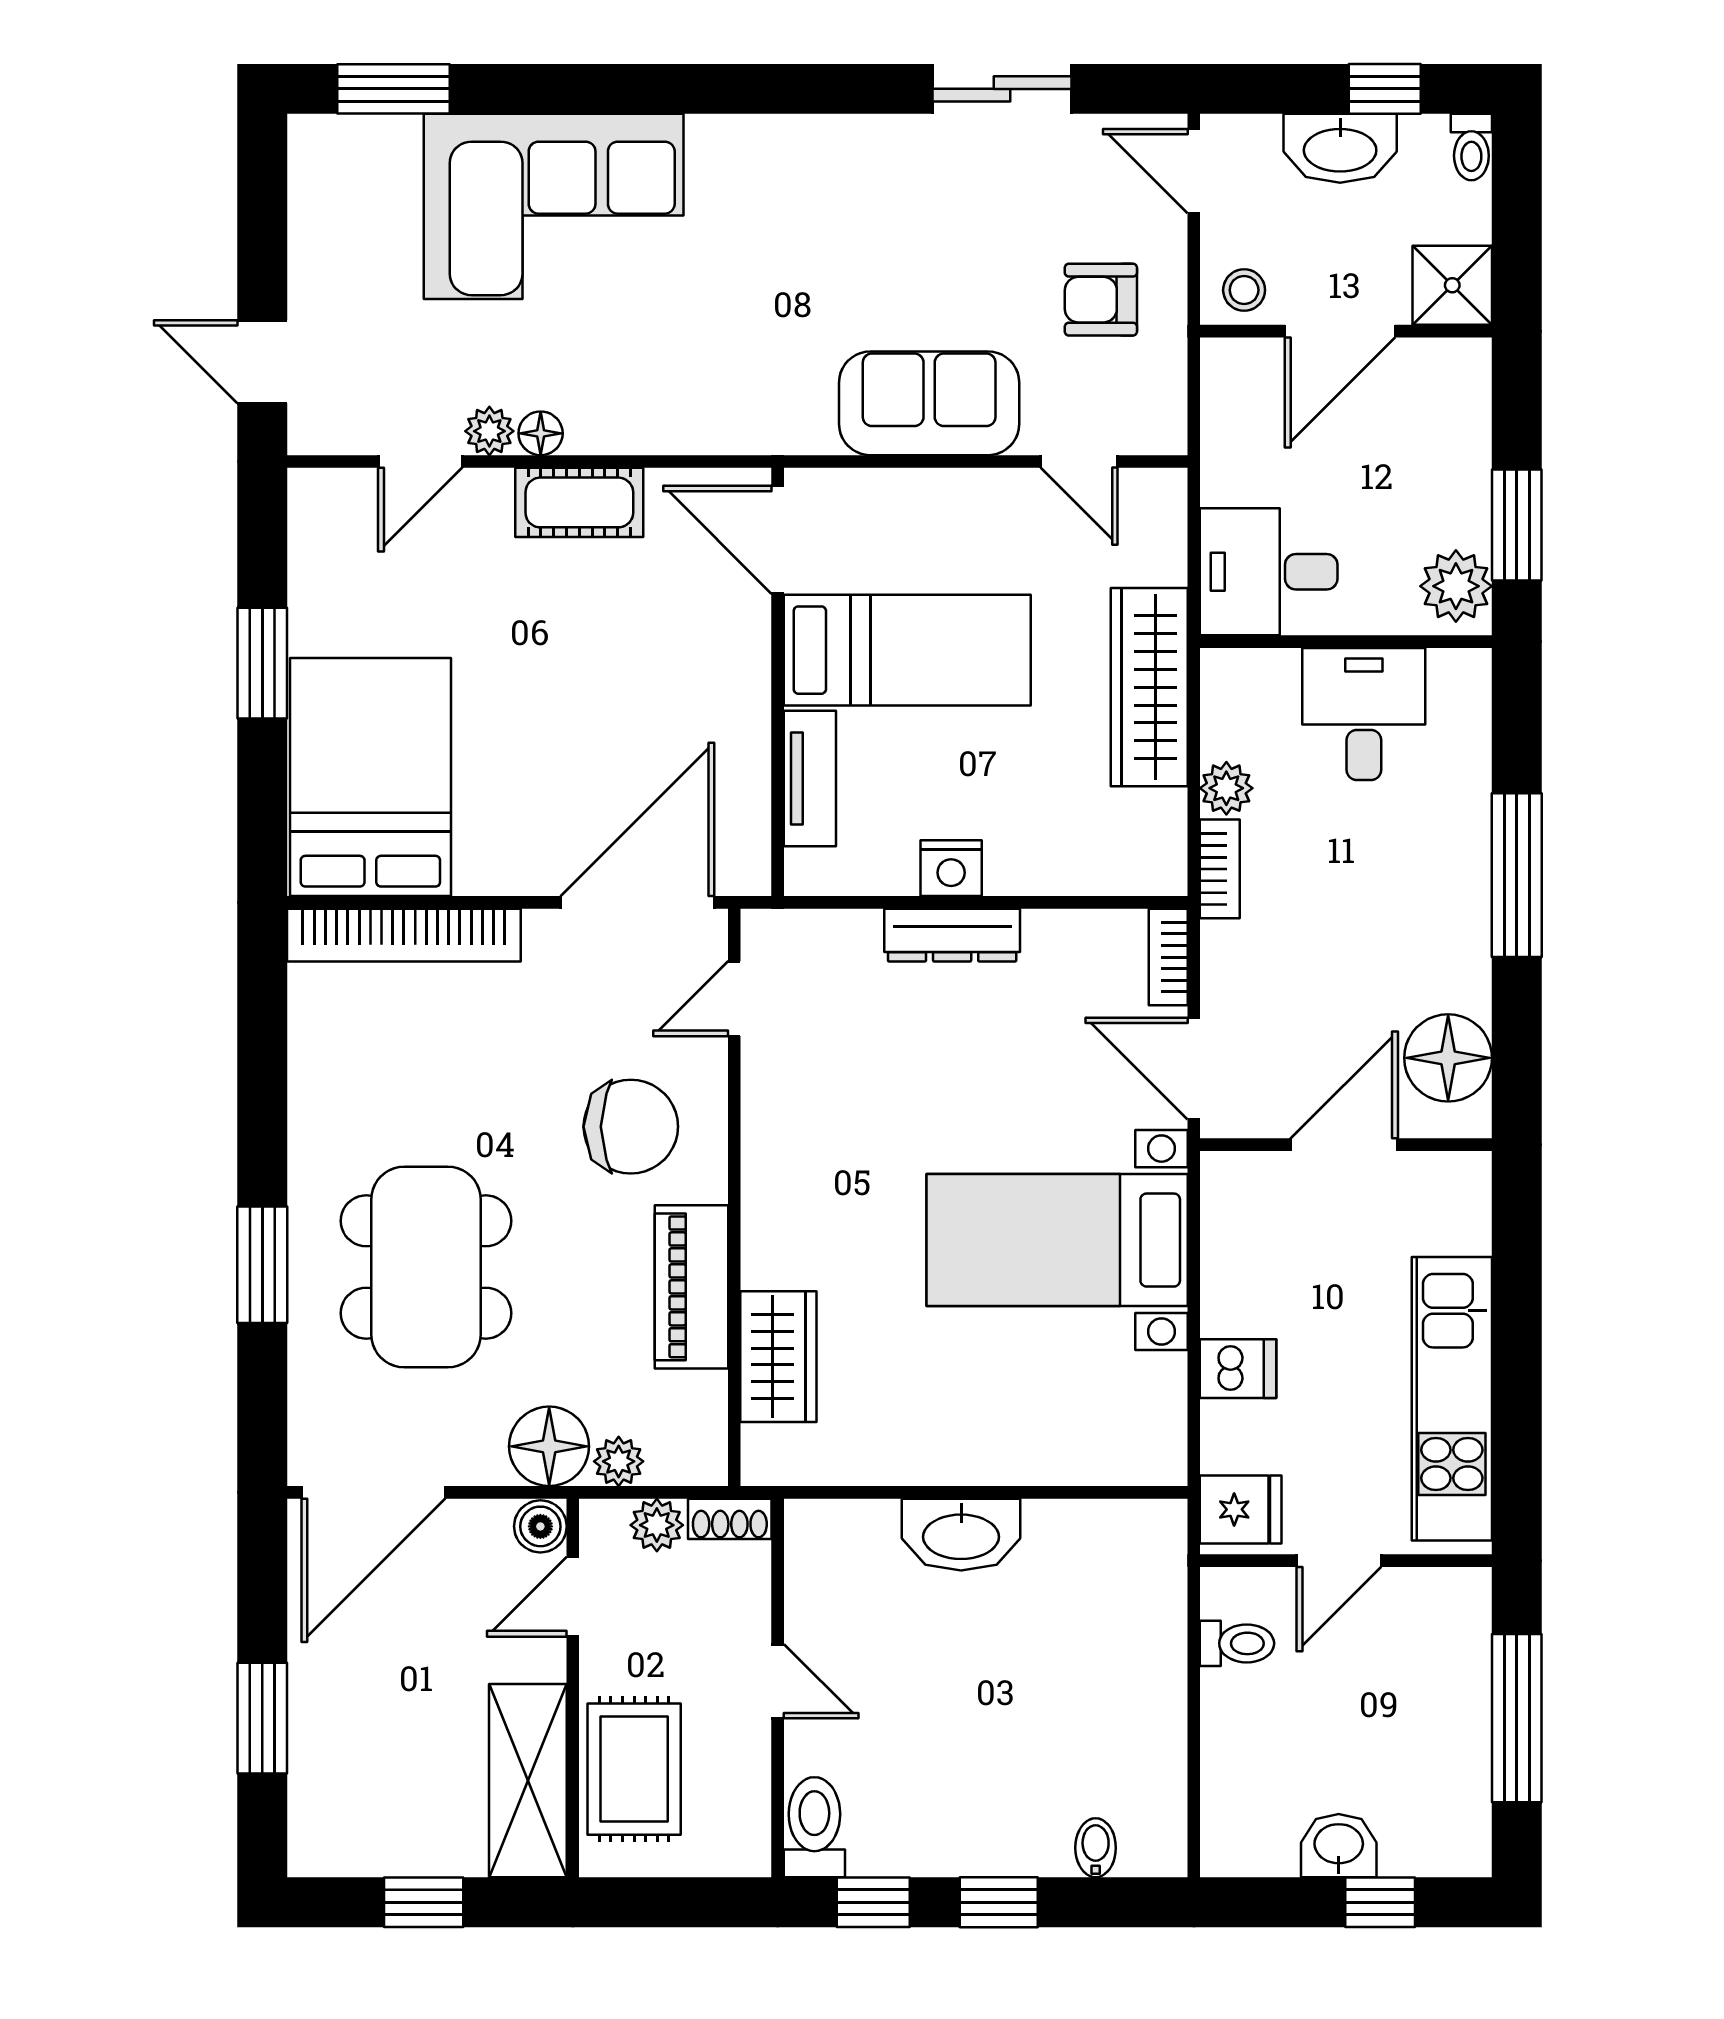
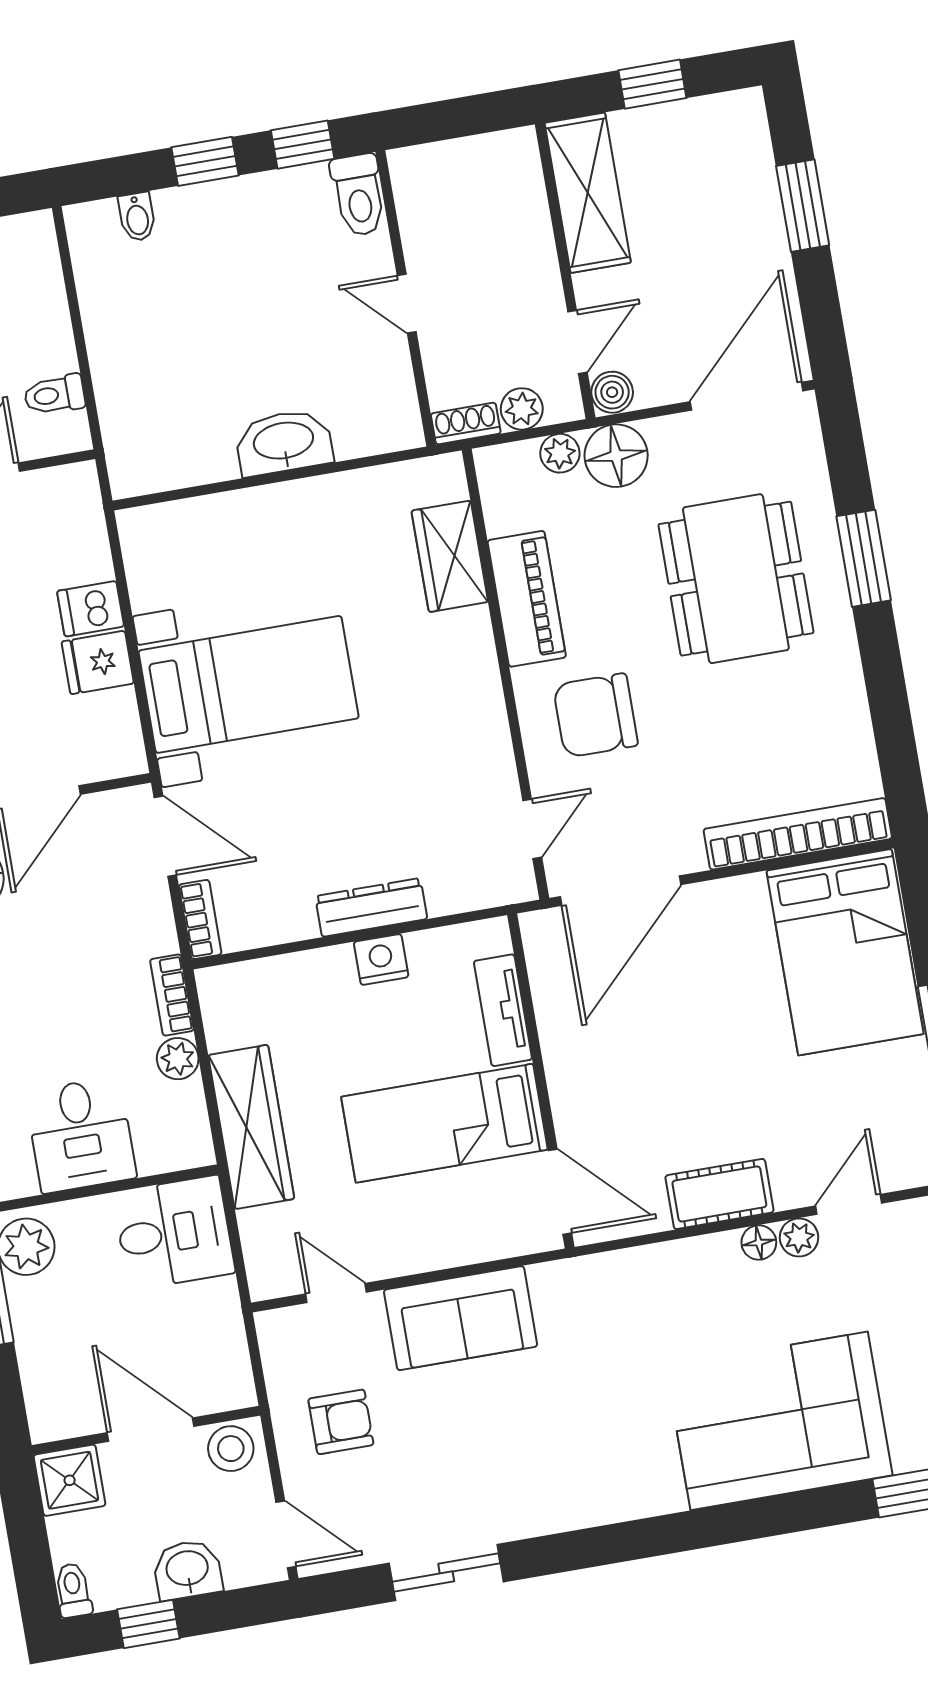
washbasin: (1340, 148) -> (187, 1570), width x0.72
stool: (1244, 290) -> (231, 1449), width x1.37, depth x1.37
door: (1340, 331) -> (151, 1430), hinge flipped
fridge: (1241, 1509) -> (98, 662), moved
rug: (634, 1769) -> (507, 216), removed

